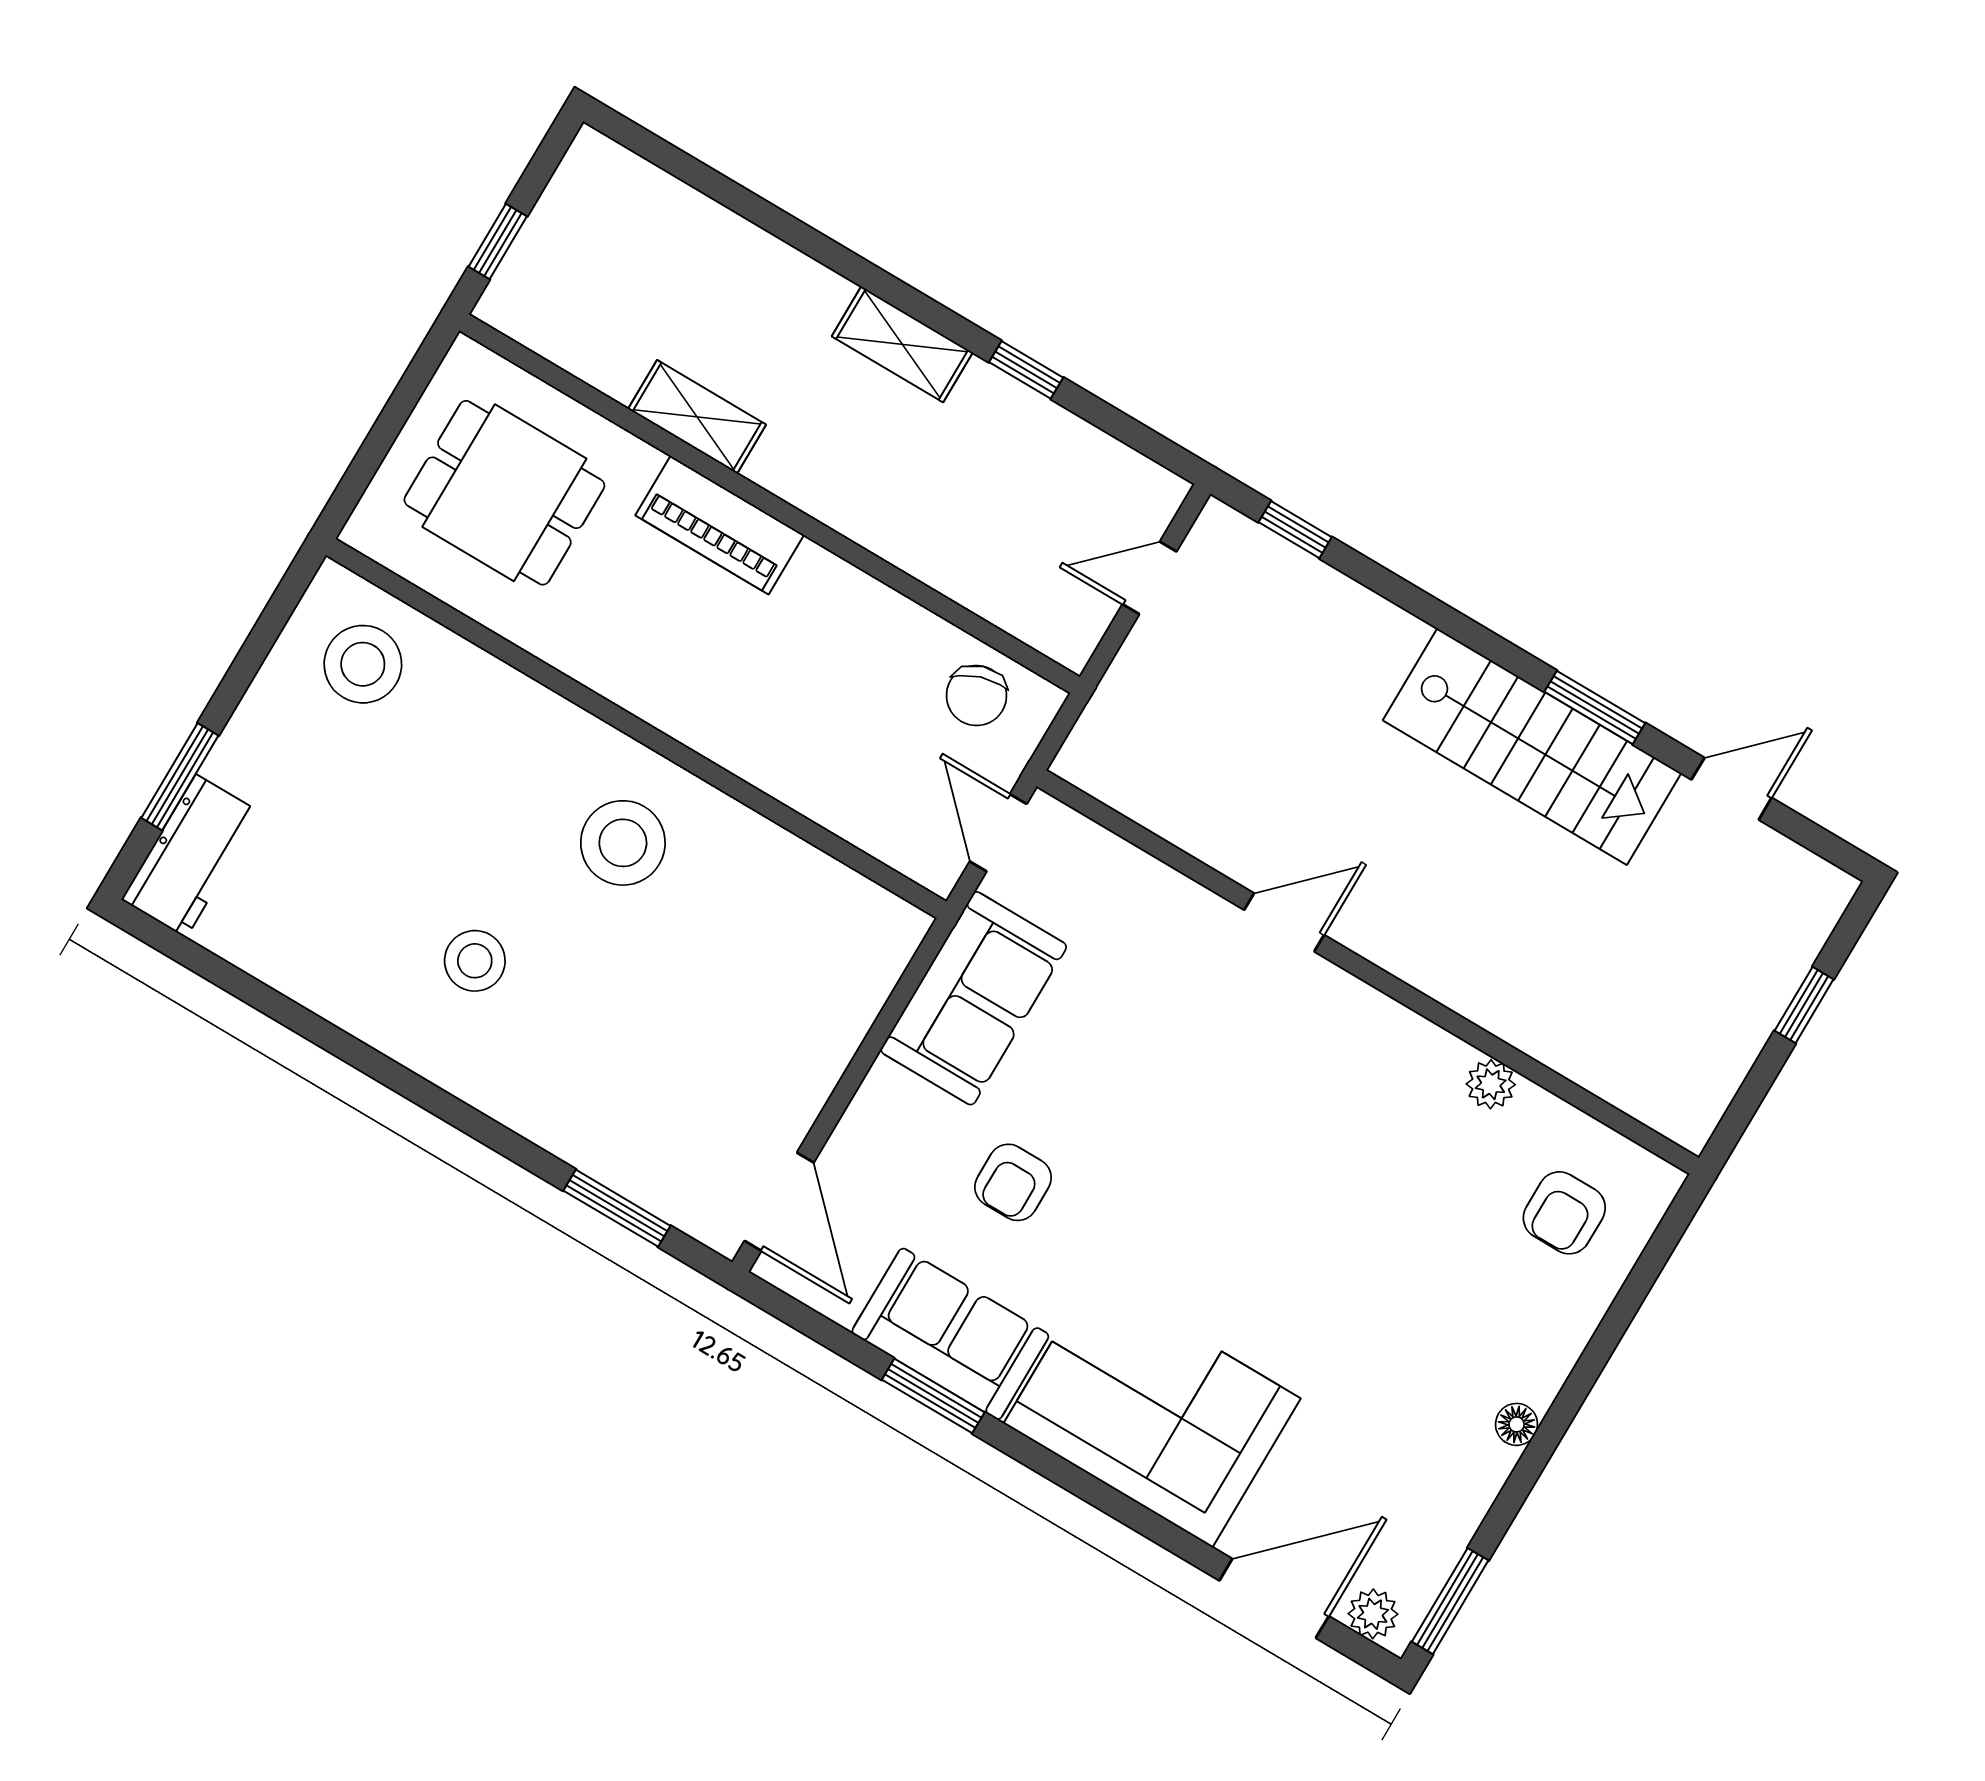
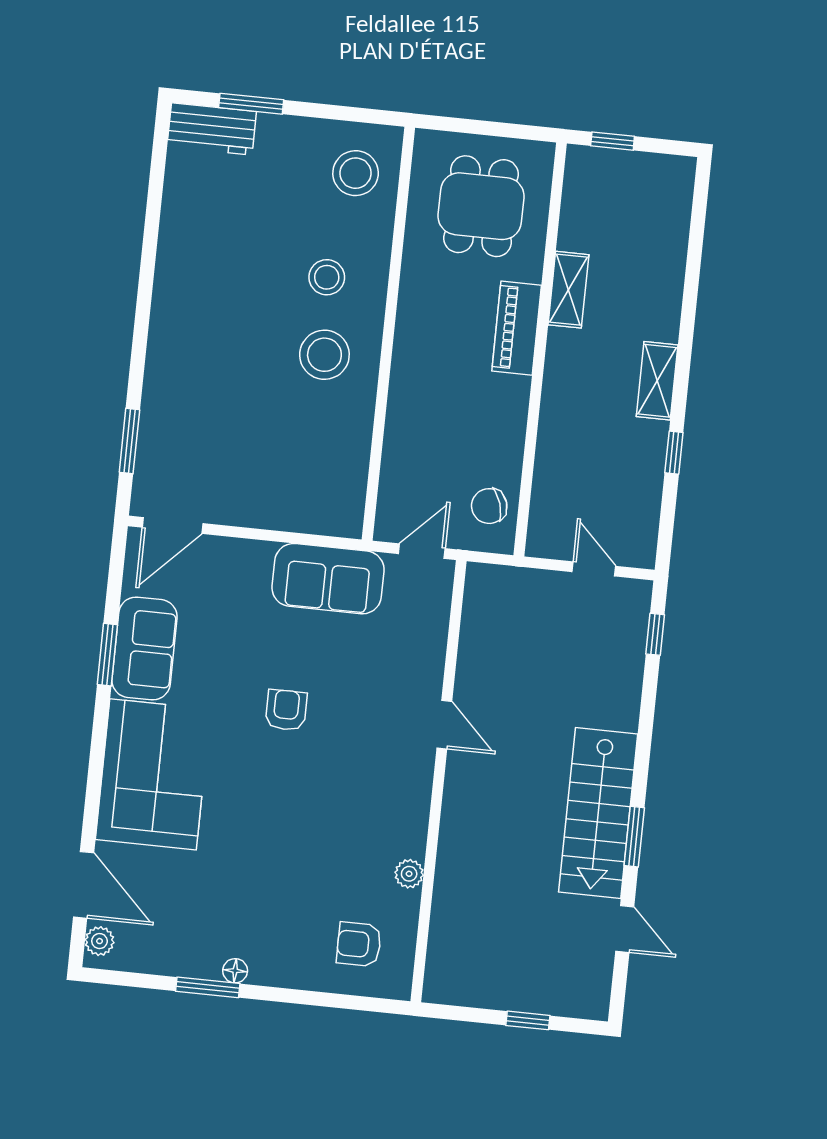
stool: (475, 961) -> (327, 277), moved
armchair: (1013, 1182) -> (286, 710), moved, turned 90
window: (1450, 1601) -> (208, 987), moved

